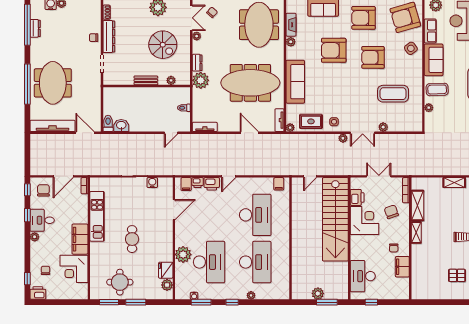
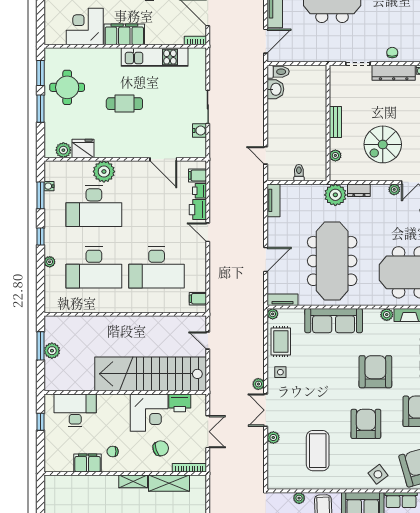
window: (327, 302) -> (40, 346), moved

